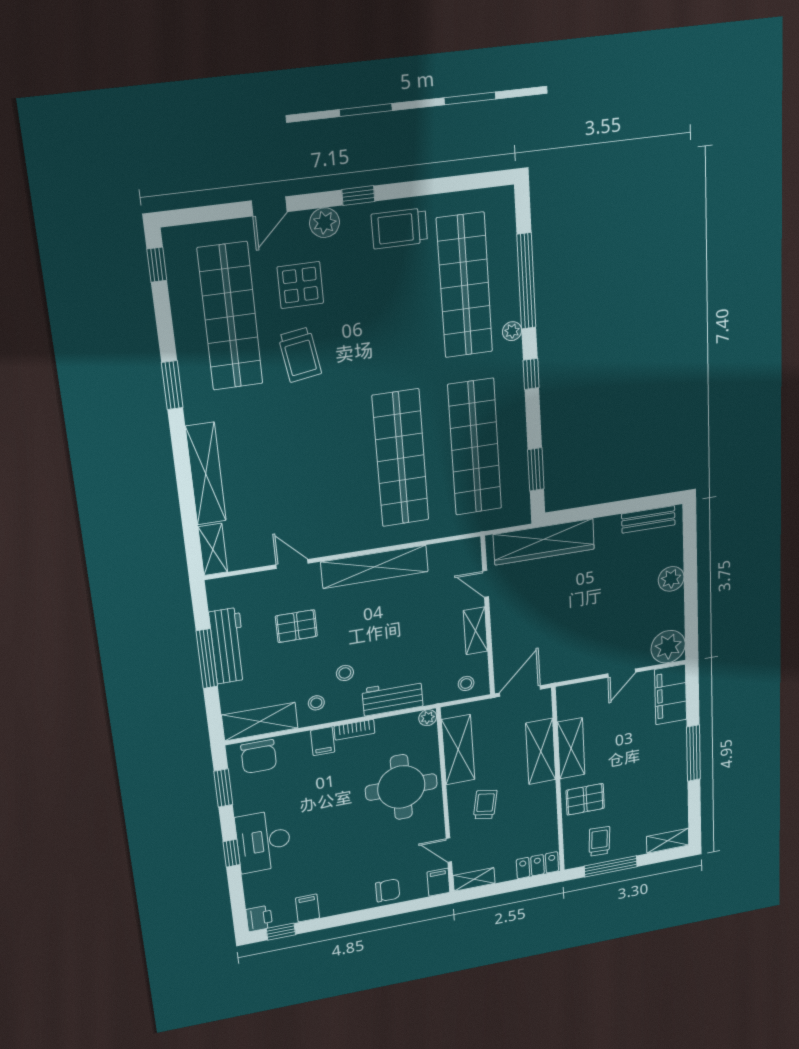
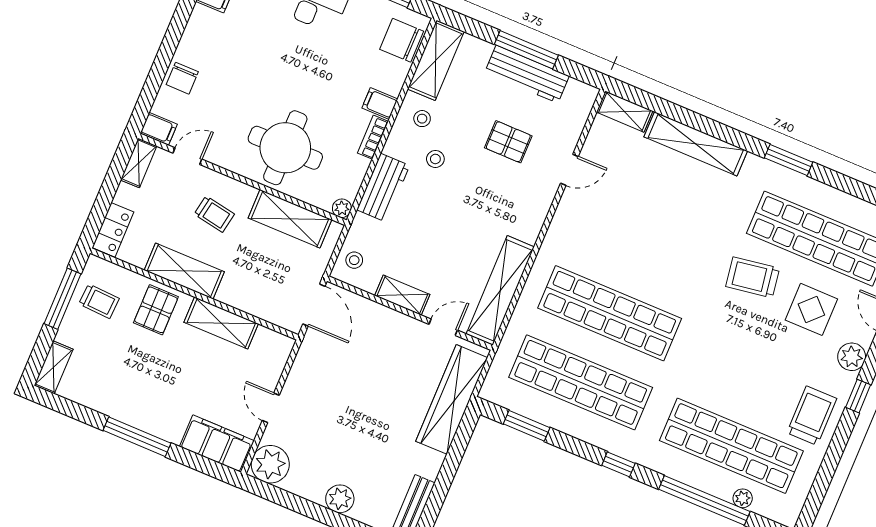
plant: (512, 331) -> (743, 498), moved
shelving: (375, 567) -> (500, 290), moved
pallet: (296, 626) -> (508, 142), turned 90
shelving: (541, 751) -> (184, 271), moved

